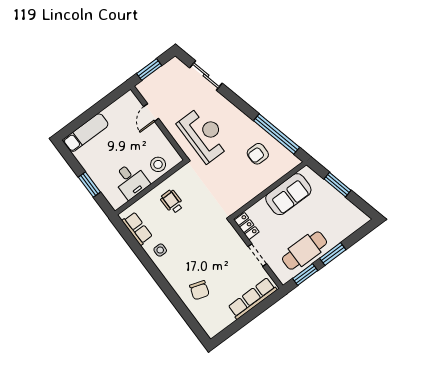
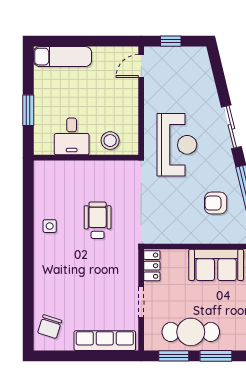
window: (149, 70) -> (171, 41), width x0.67
sliding door: (206, 76) -> (231, 127), moved
door: (151, 113) -> (141, 66), moved
wheelchair: (172, 202) -> (98, 220), moved, width x1.36, depth x1.37
row of seats: (137, 229) -> (43, 188), removed
chair: (199, 290) -> (50, 327), moved

